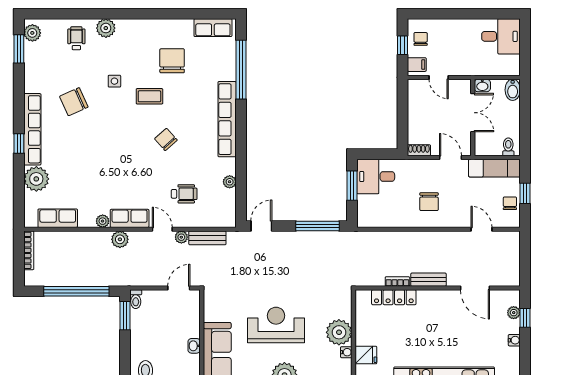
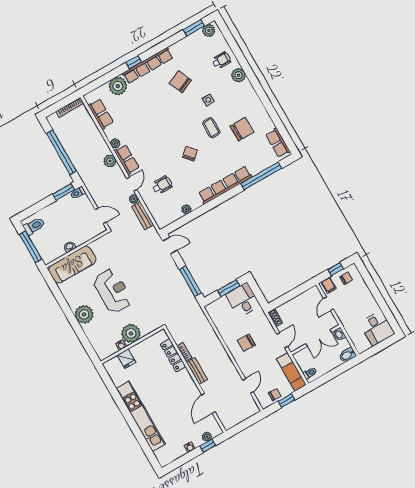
wheelchair: (184, 194) -> (162, 185), turned -90

